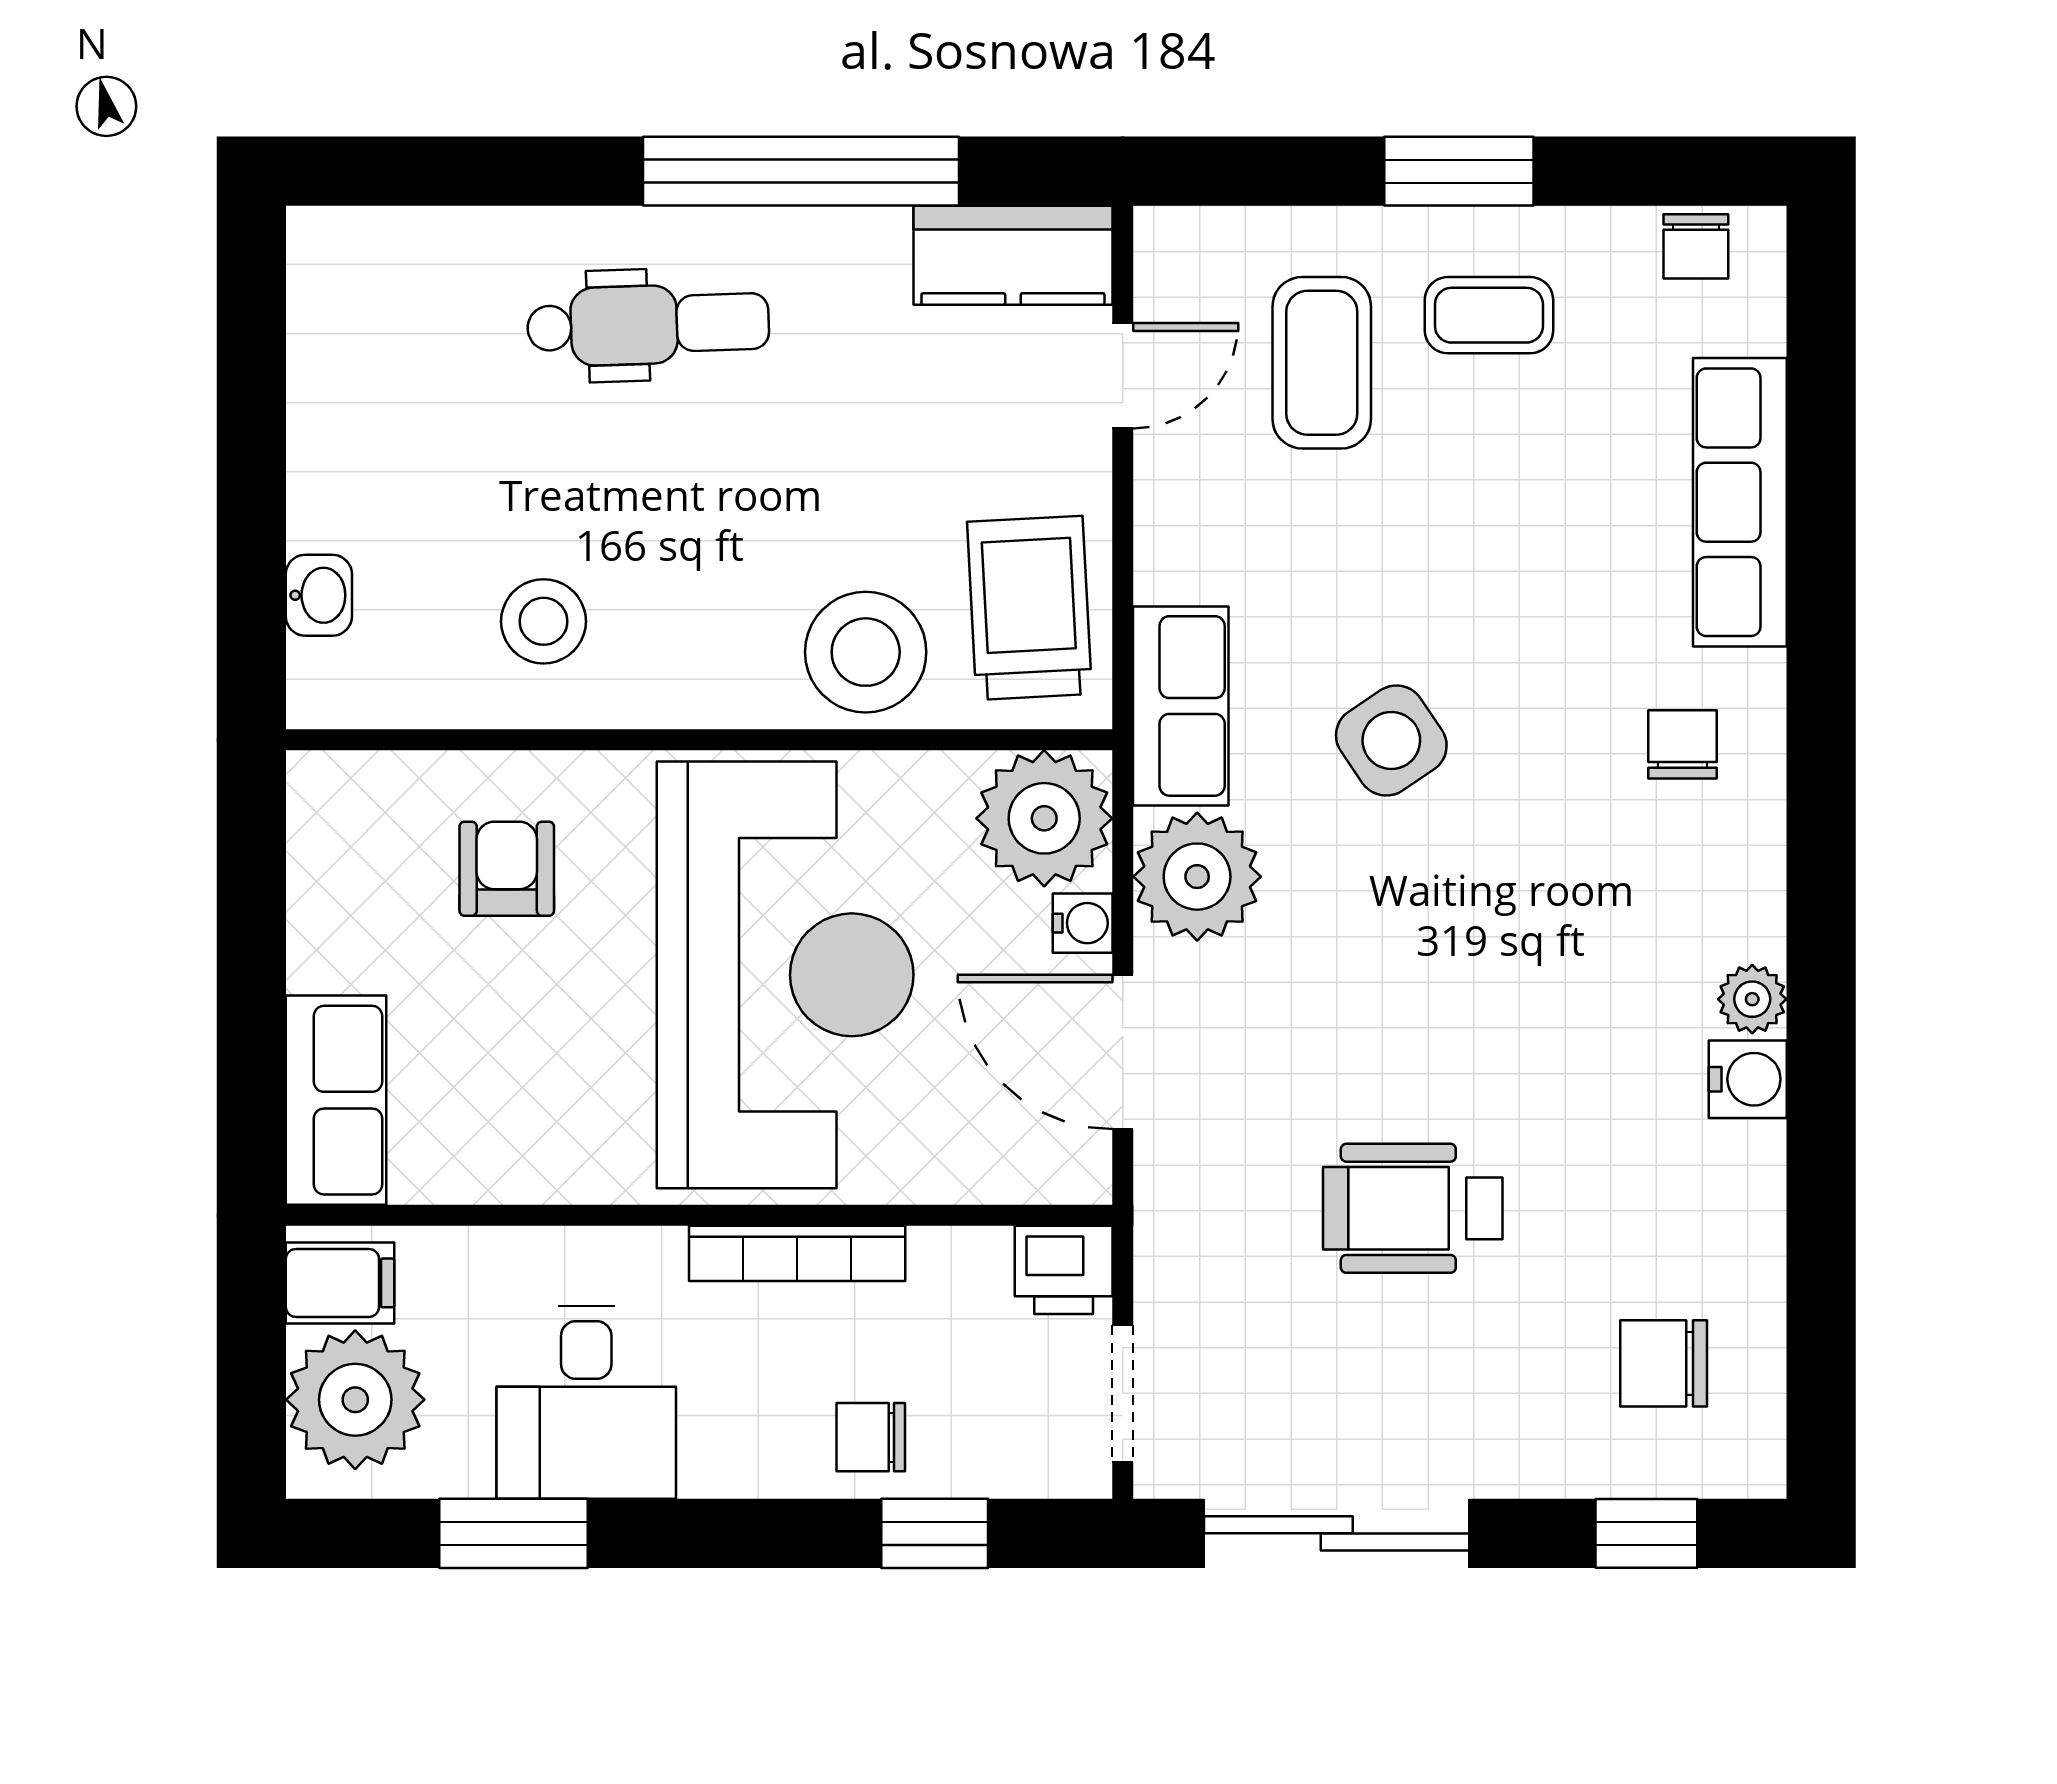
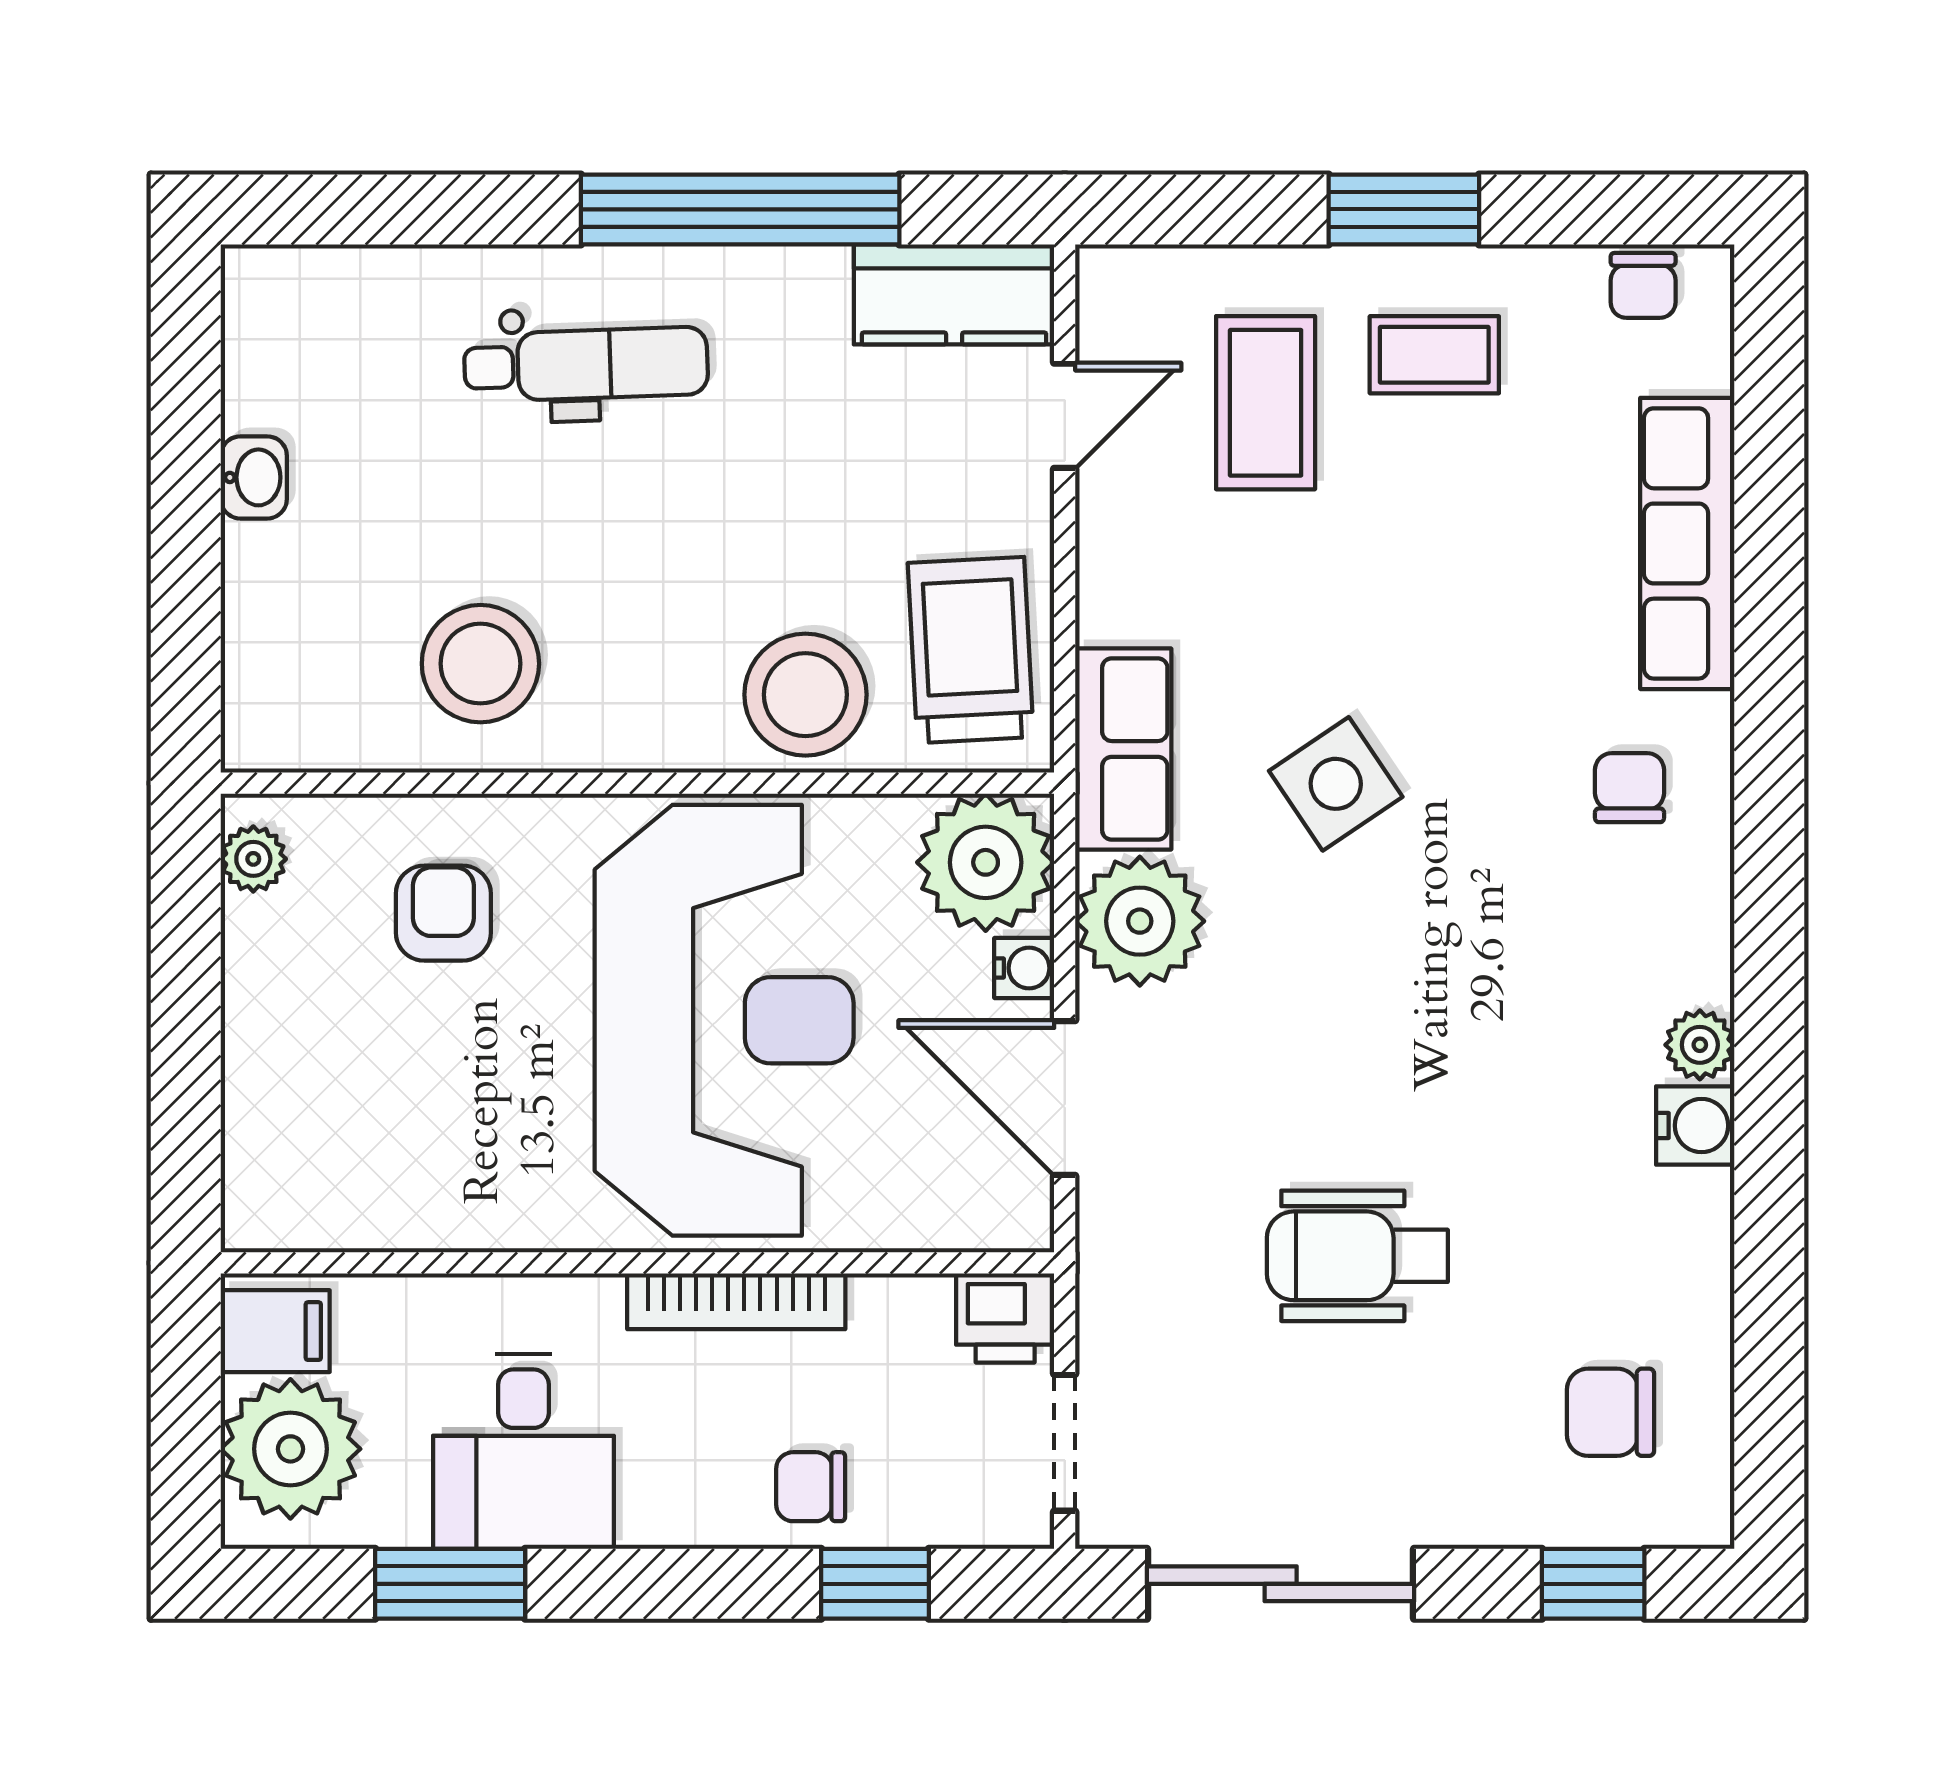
washbasin: (319, 595) -> (254, 477), moved
stool: (543, 621) -> (480, 664), width x1.38, depth x1.38
plant: (318, 815) -> (253, 859), added
row of seats: (336, 1100) -> (271, 1147), removed

